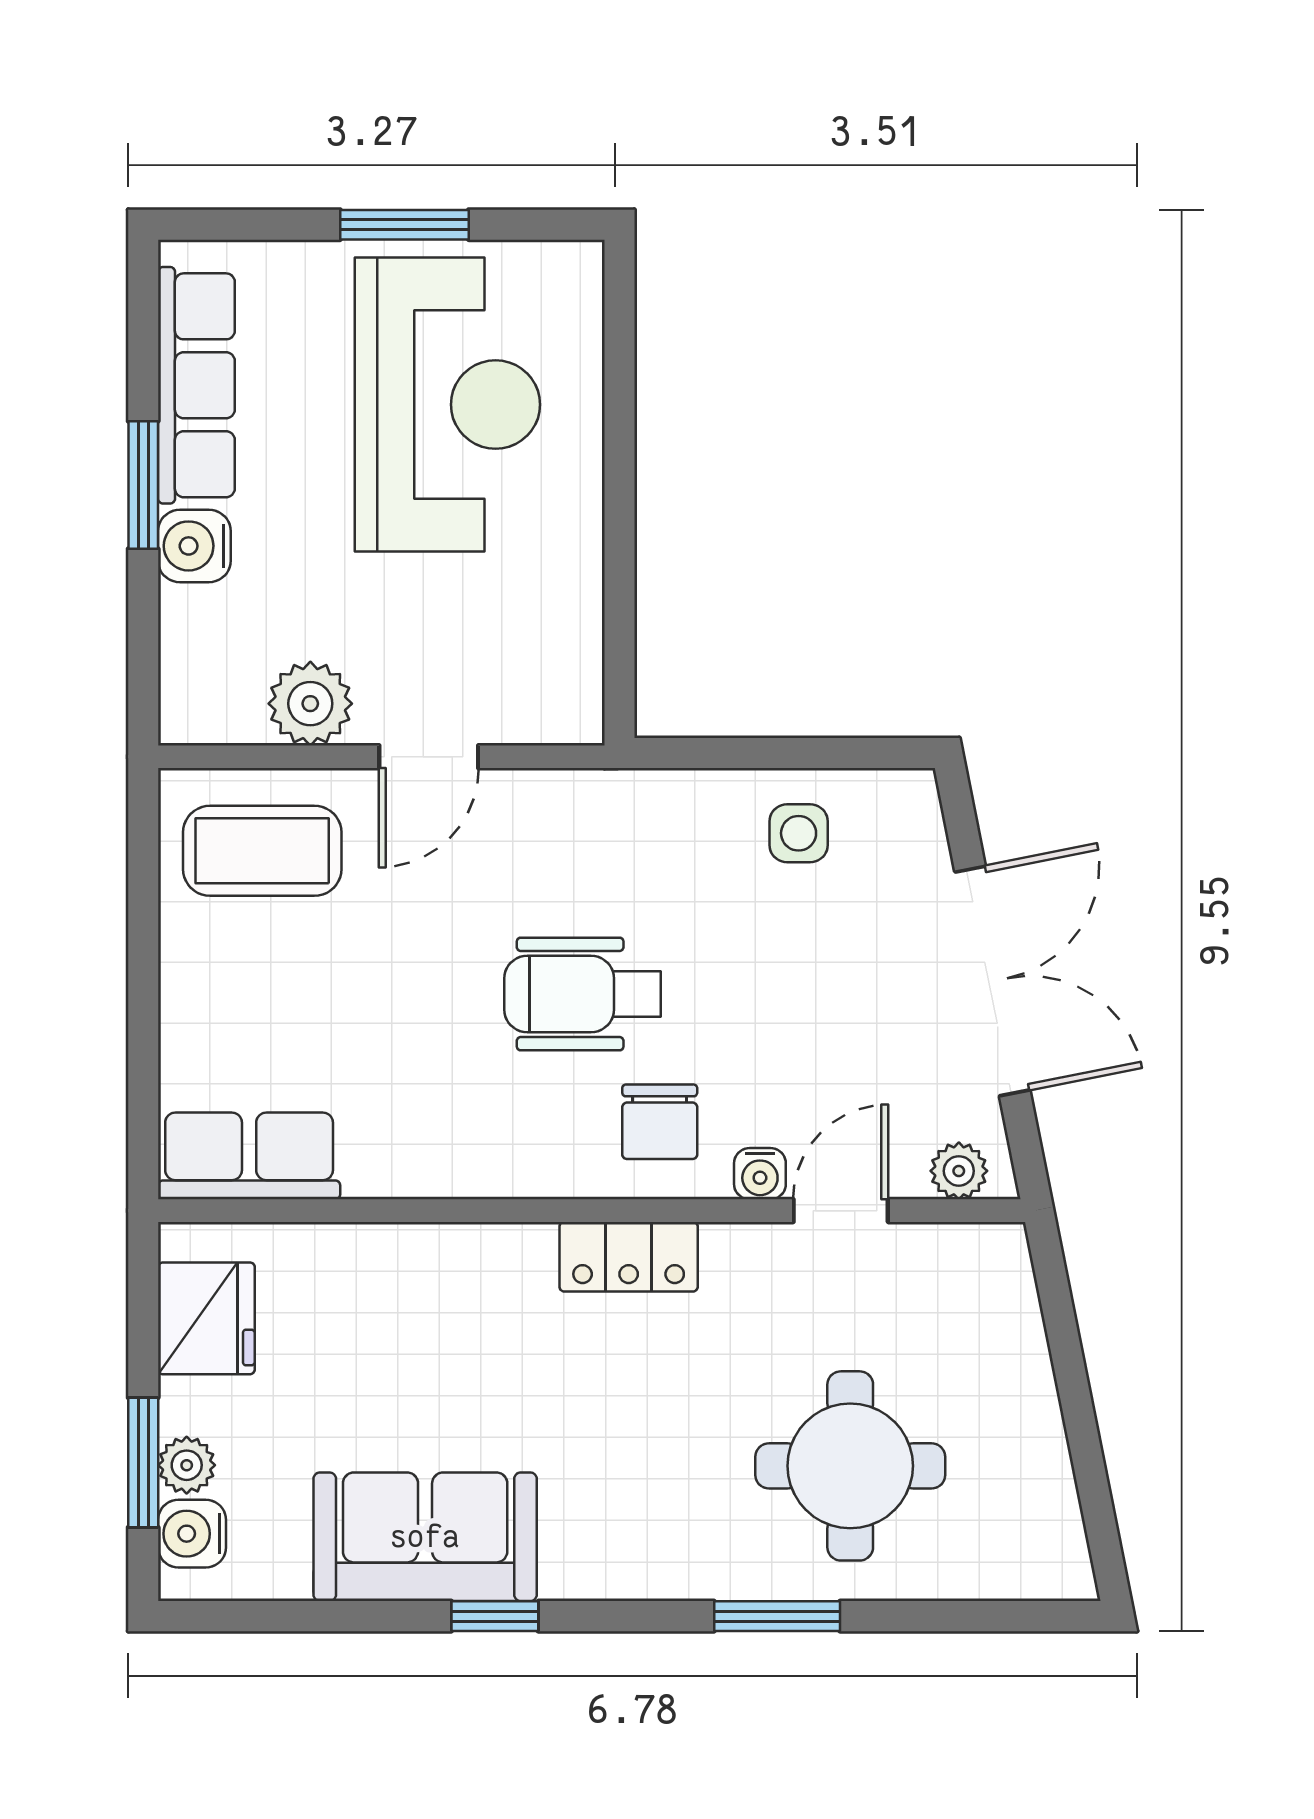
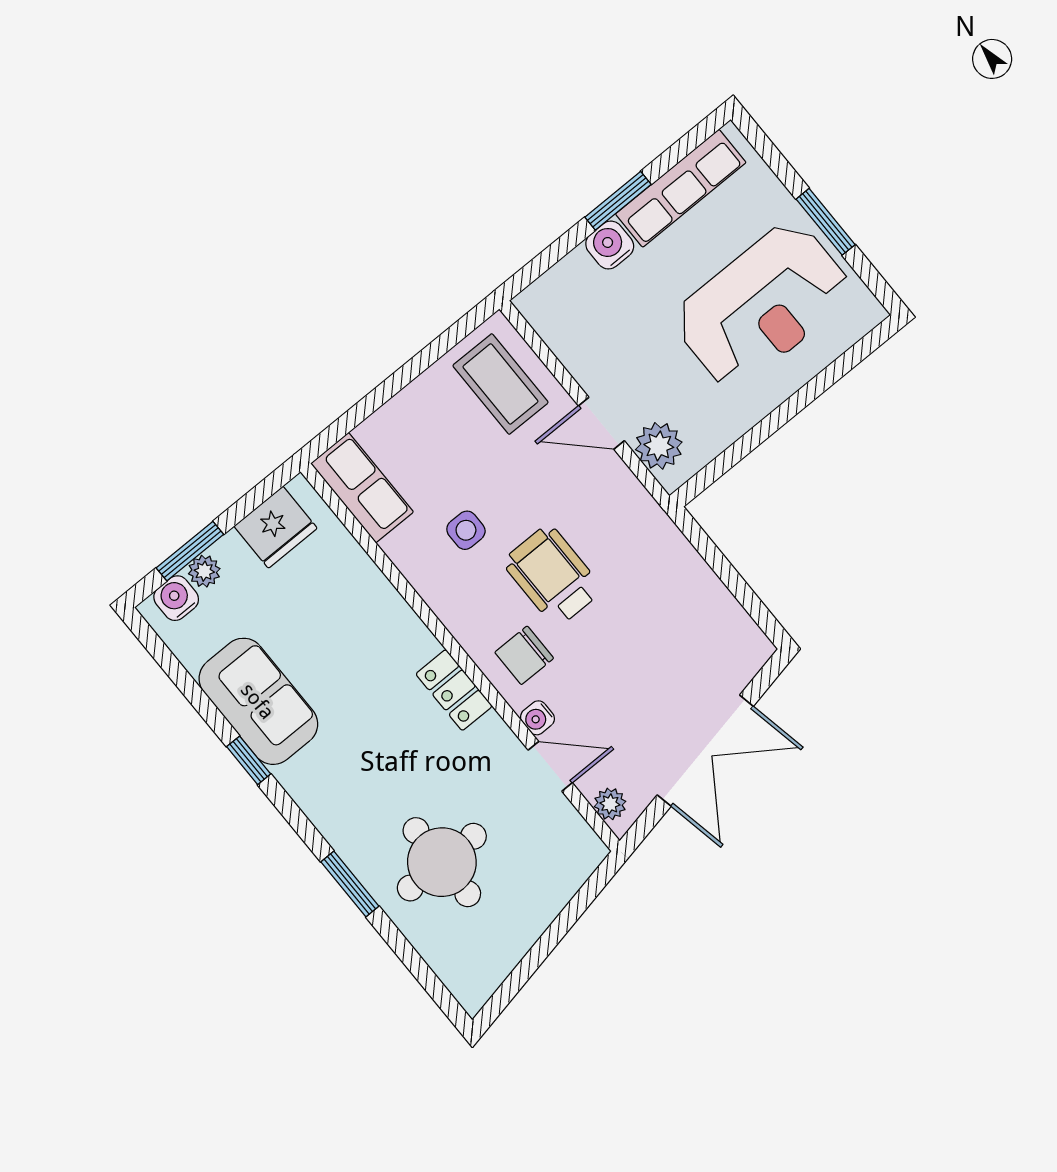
plant: (310, 704) -> (659, 446), moved
side table: (799, 833) -> (466, 530), moved

